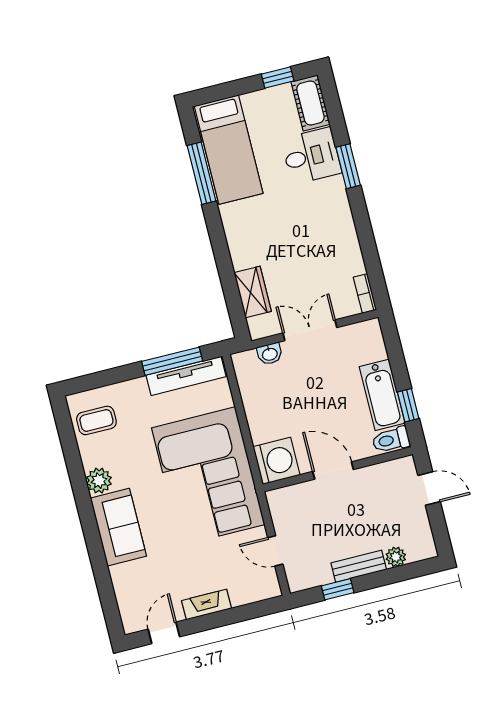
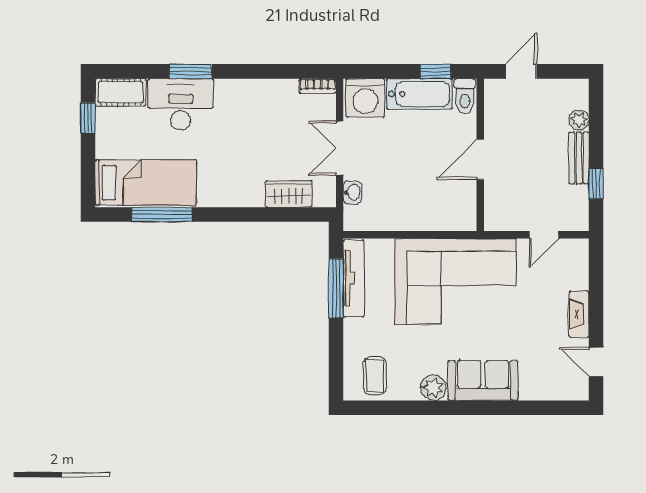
desk: (311, 156) -> (181, 104), width x1.37
washing machine: (276, 461) -> (365, 98), moved, turned 180

